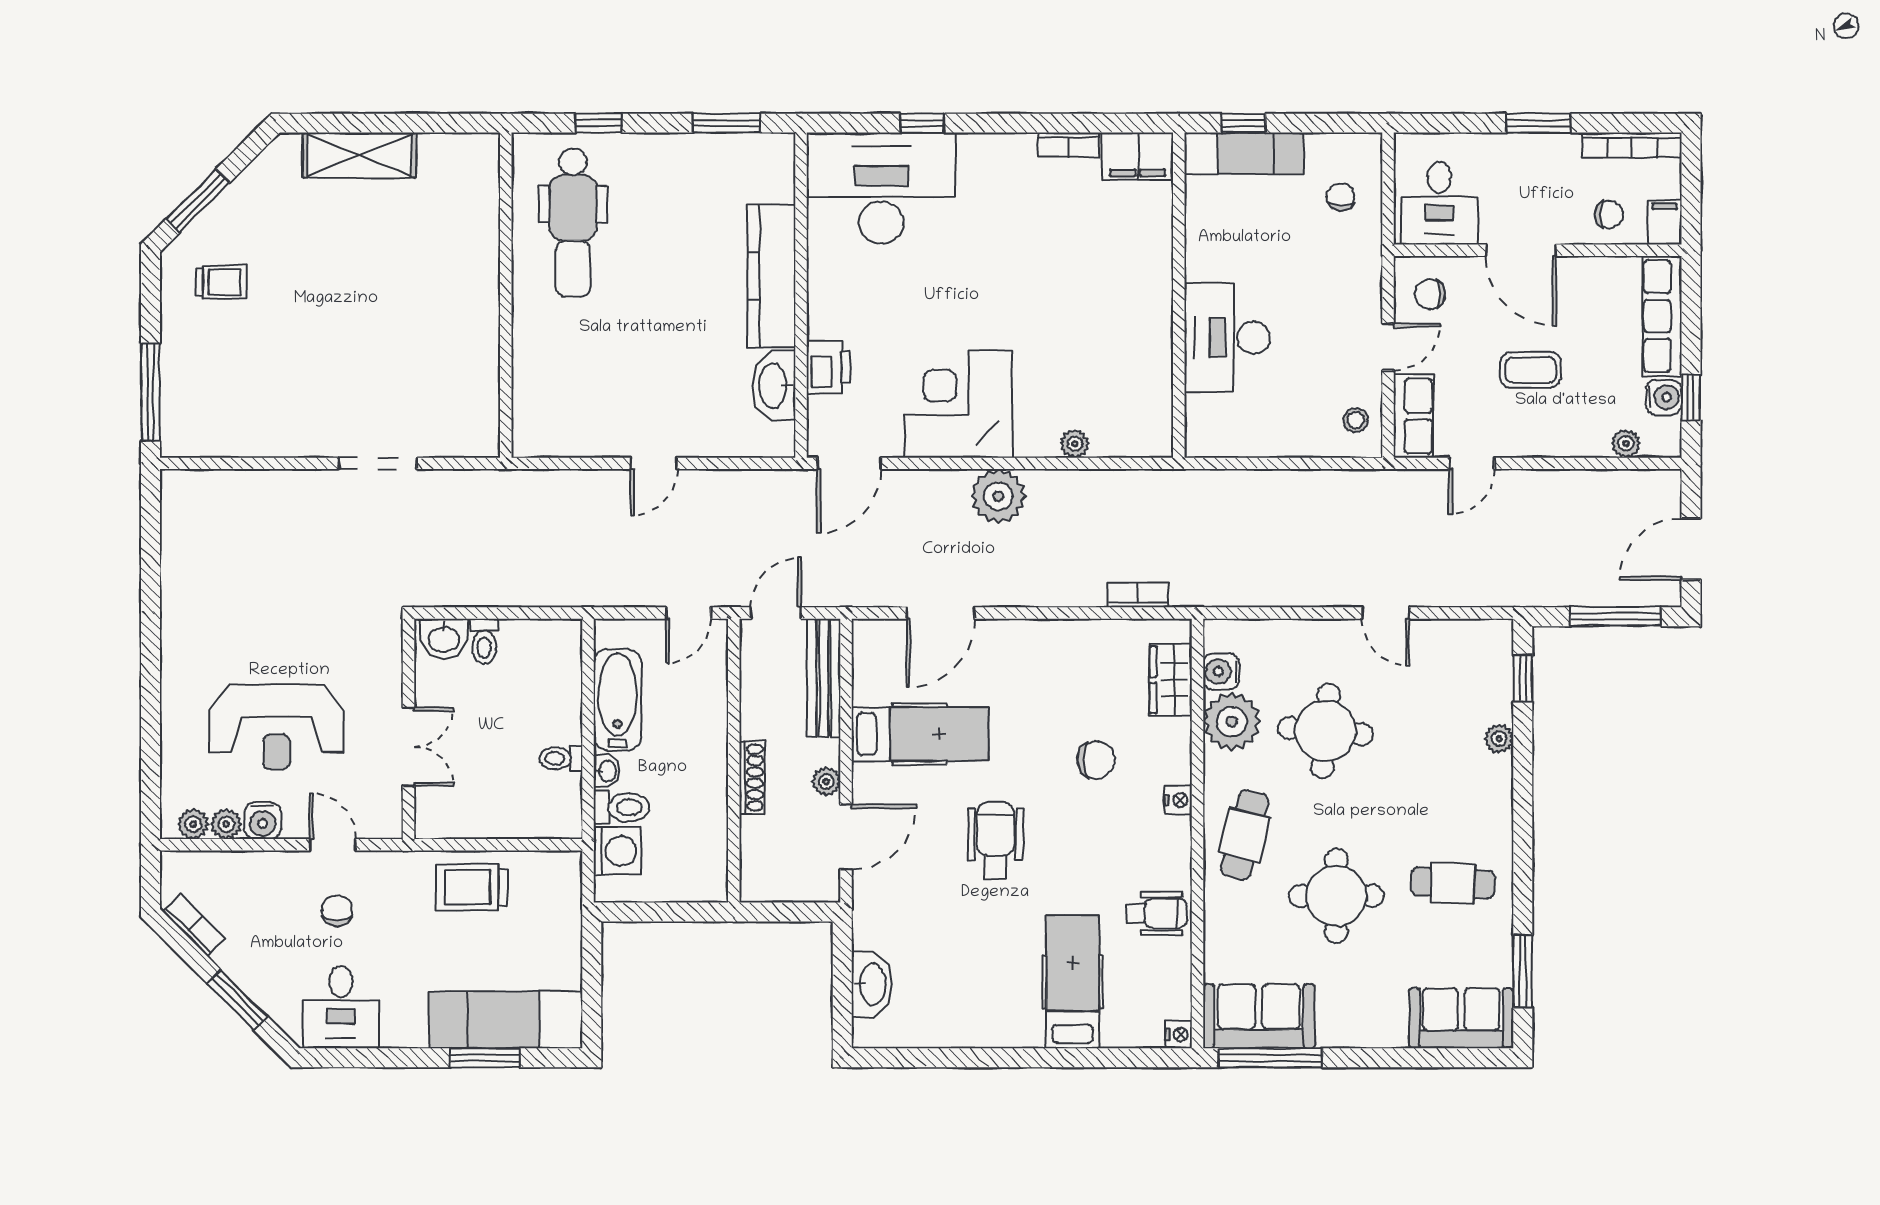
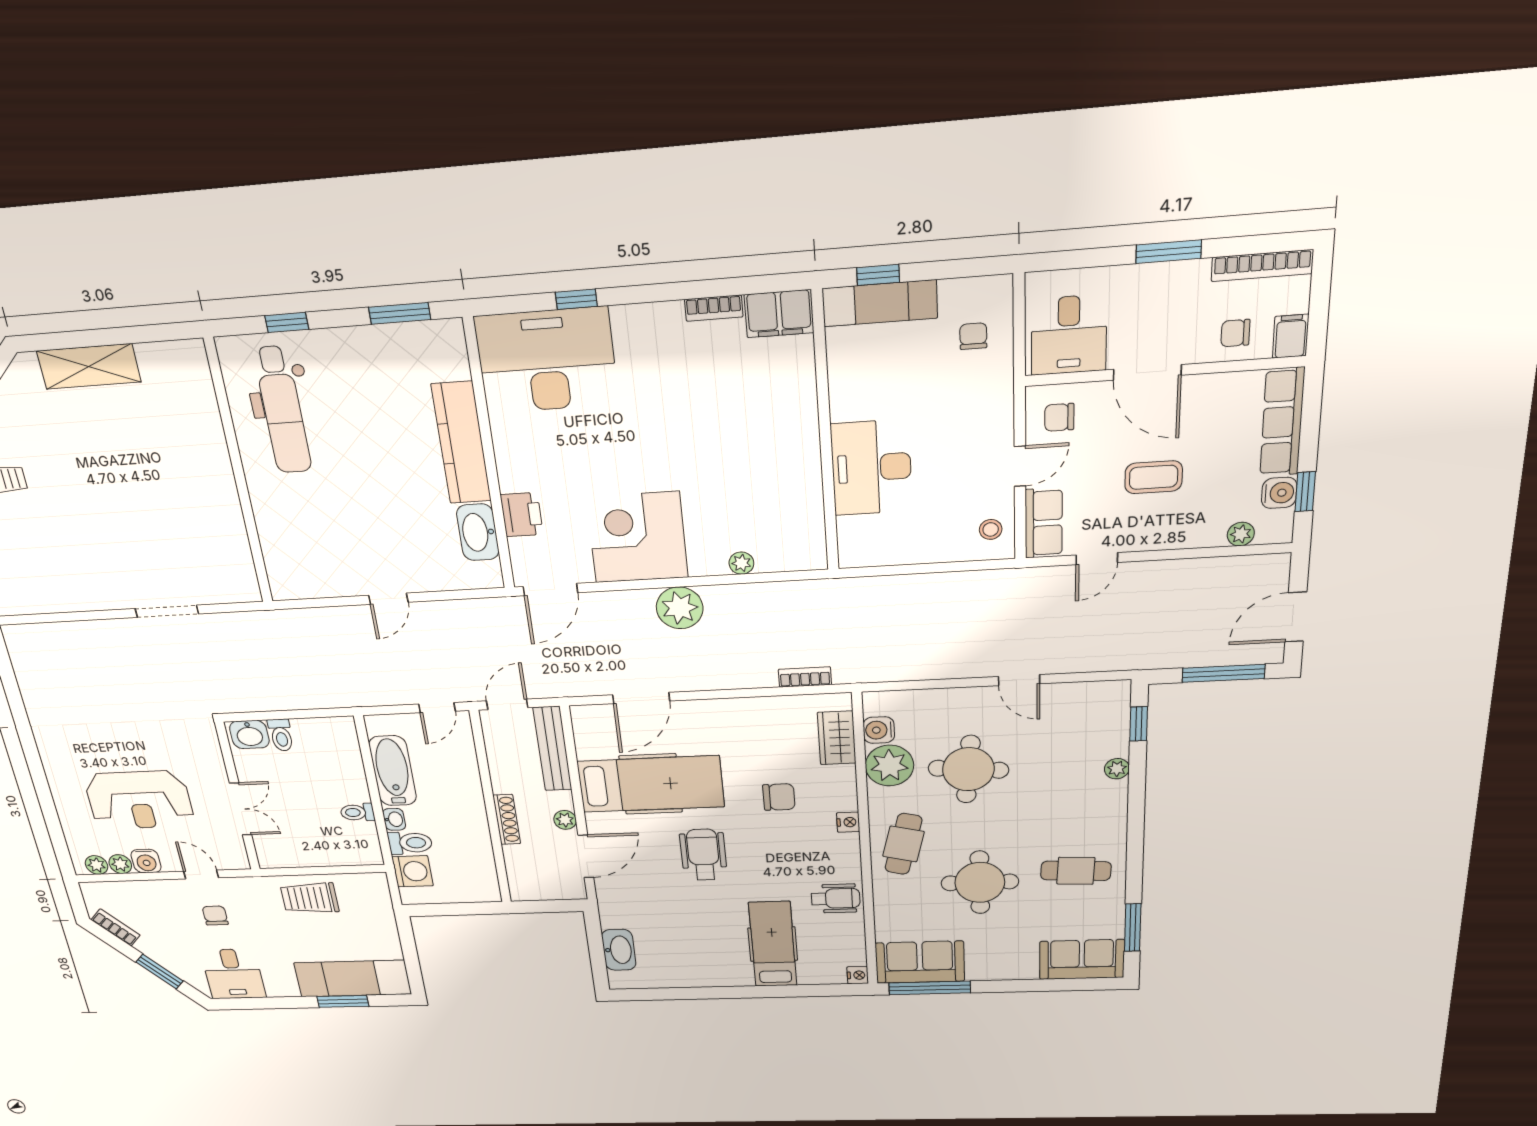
chair: (1609, 214) -> (1235, 333), turned 180
hospital bed: (920, 734) -> (651, 784), width x1.37, depth x1.29

